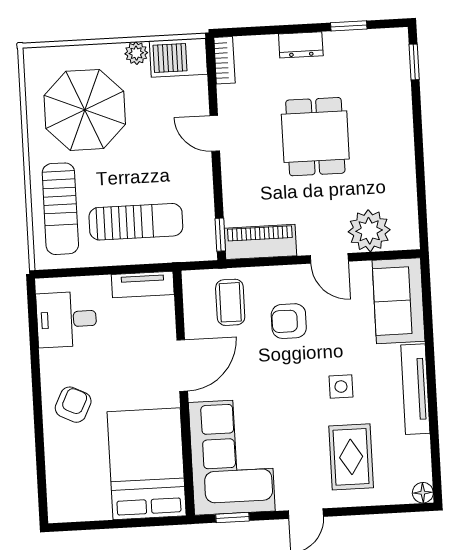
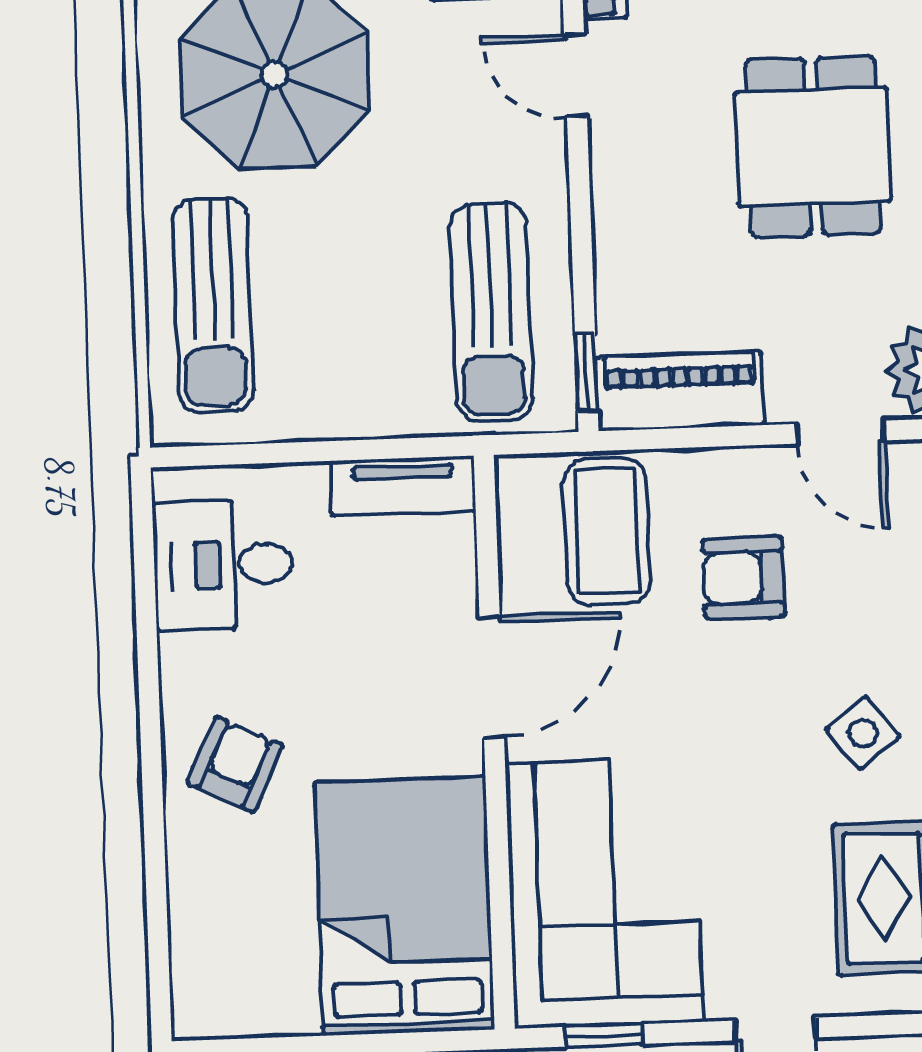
door: (215, 133) -> (575, 76), moved
sun lounger: (136, 222) -> (491, 312), moved, turned 90
coffee table: (230, 302) -> (607, 531), width x1.36, depth x1.30
side table: (341, 387) -> (863, 733), turned -37

